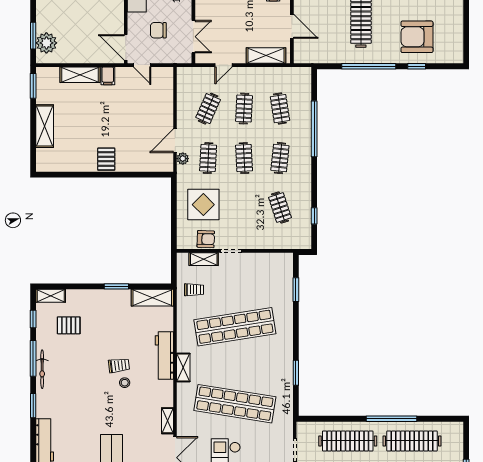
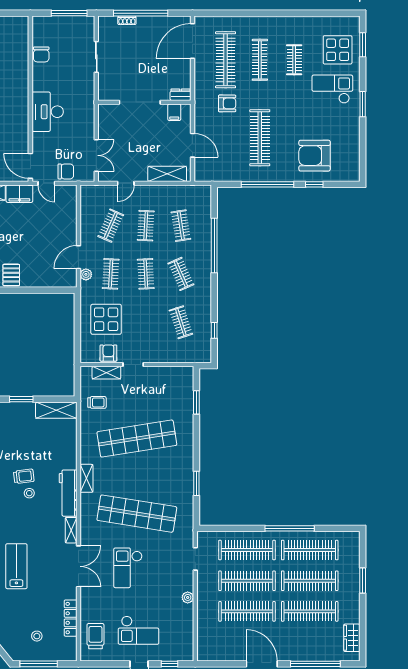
chair: (158, 30) -> (66, 171), moved, turned 180
filing cabinet: (108, 76) -> (19, 194), width x2.00
clothes rail: (280, 158) -> (181, 274), turned -30
armchair: (206, 239) -> (108, 353), turned -92
workbench: (164, 356) -> (68, 493), moved

